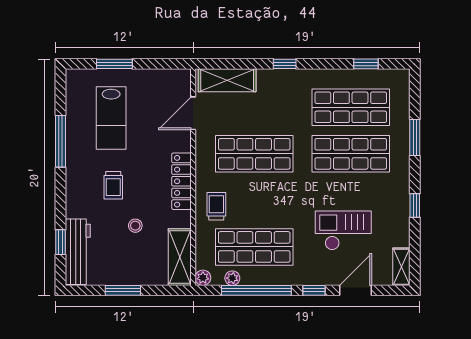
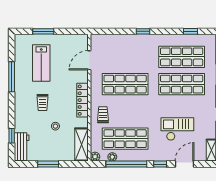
shelving: (227, 80) -> (109, 41), removed
workbench: (78, 252) -> (22, 147), width x0.73

